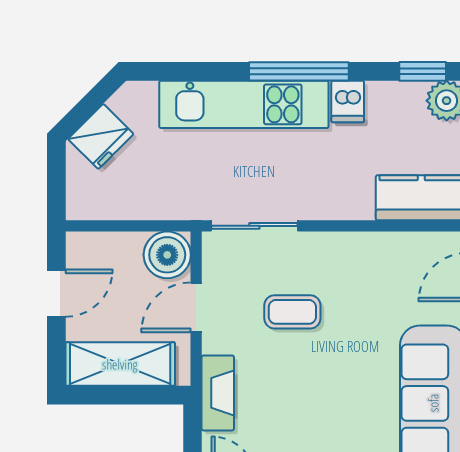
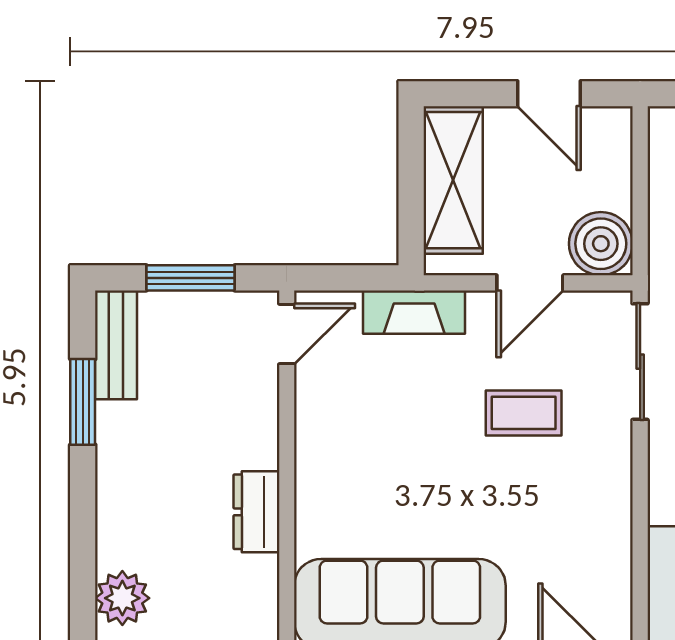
door: (196, 307) -> (530, 283), swing flipped
coffee table: (292, 312) -> (524, 413), turned 90

